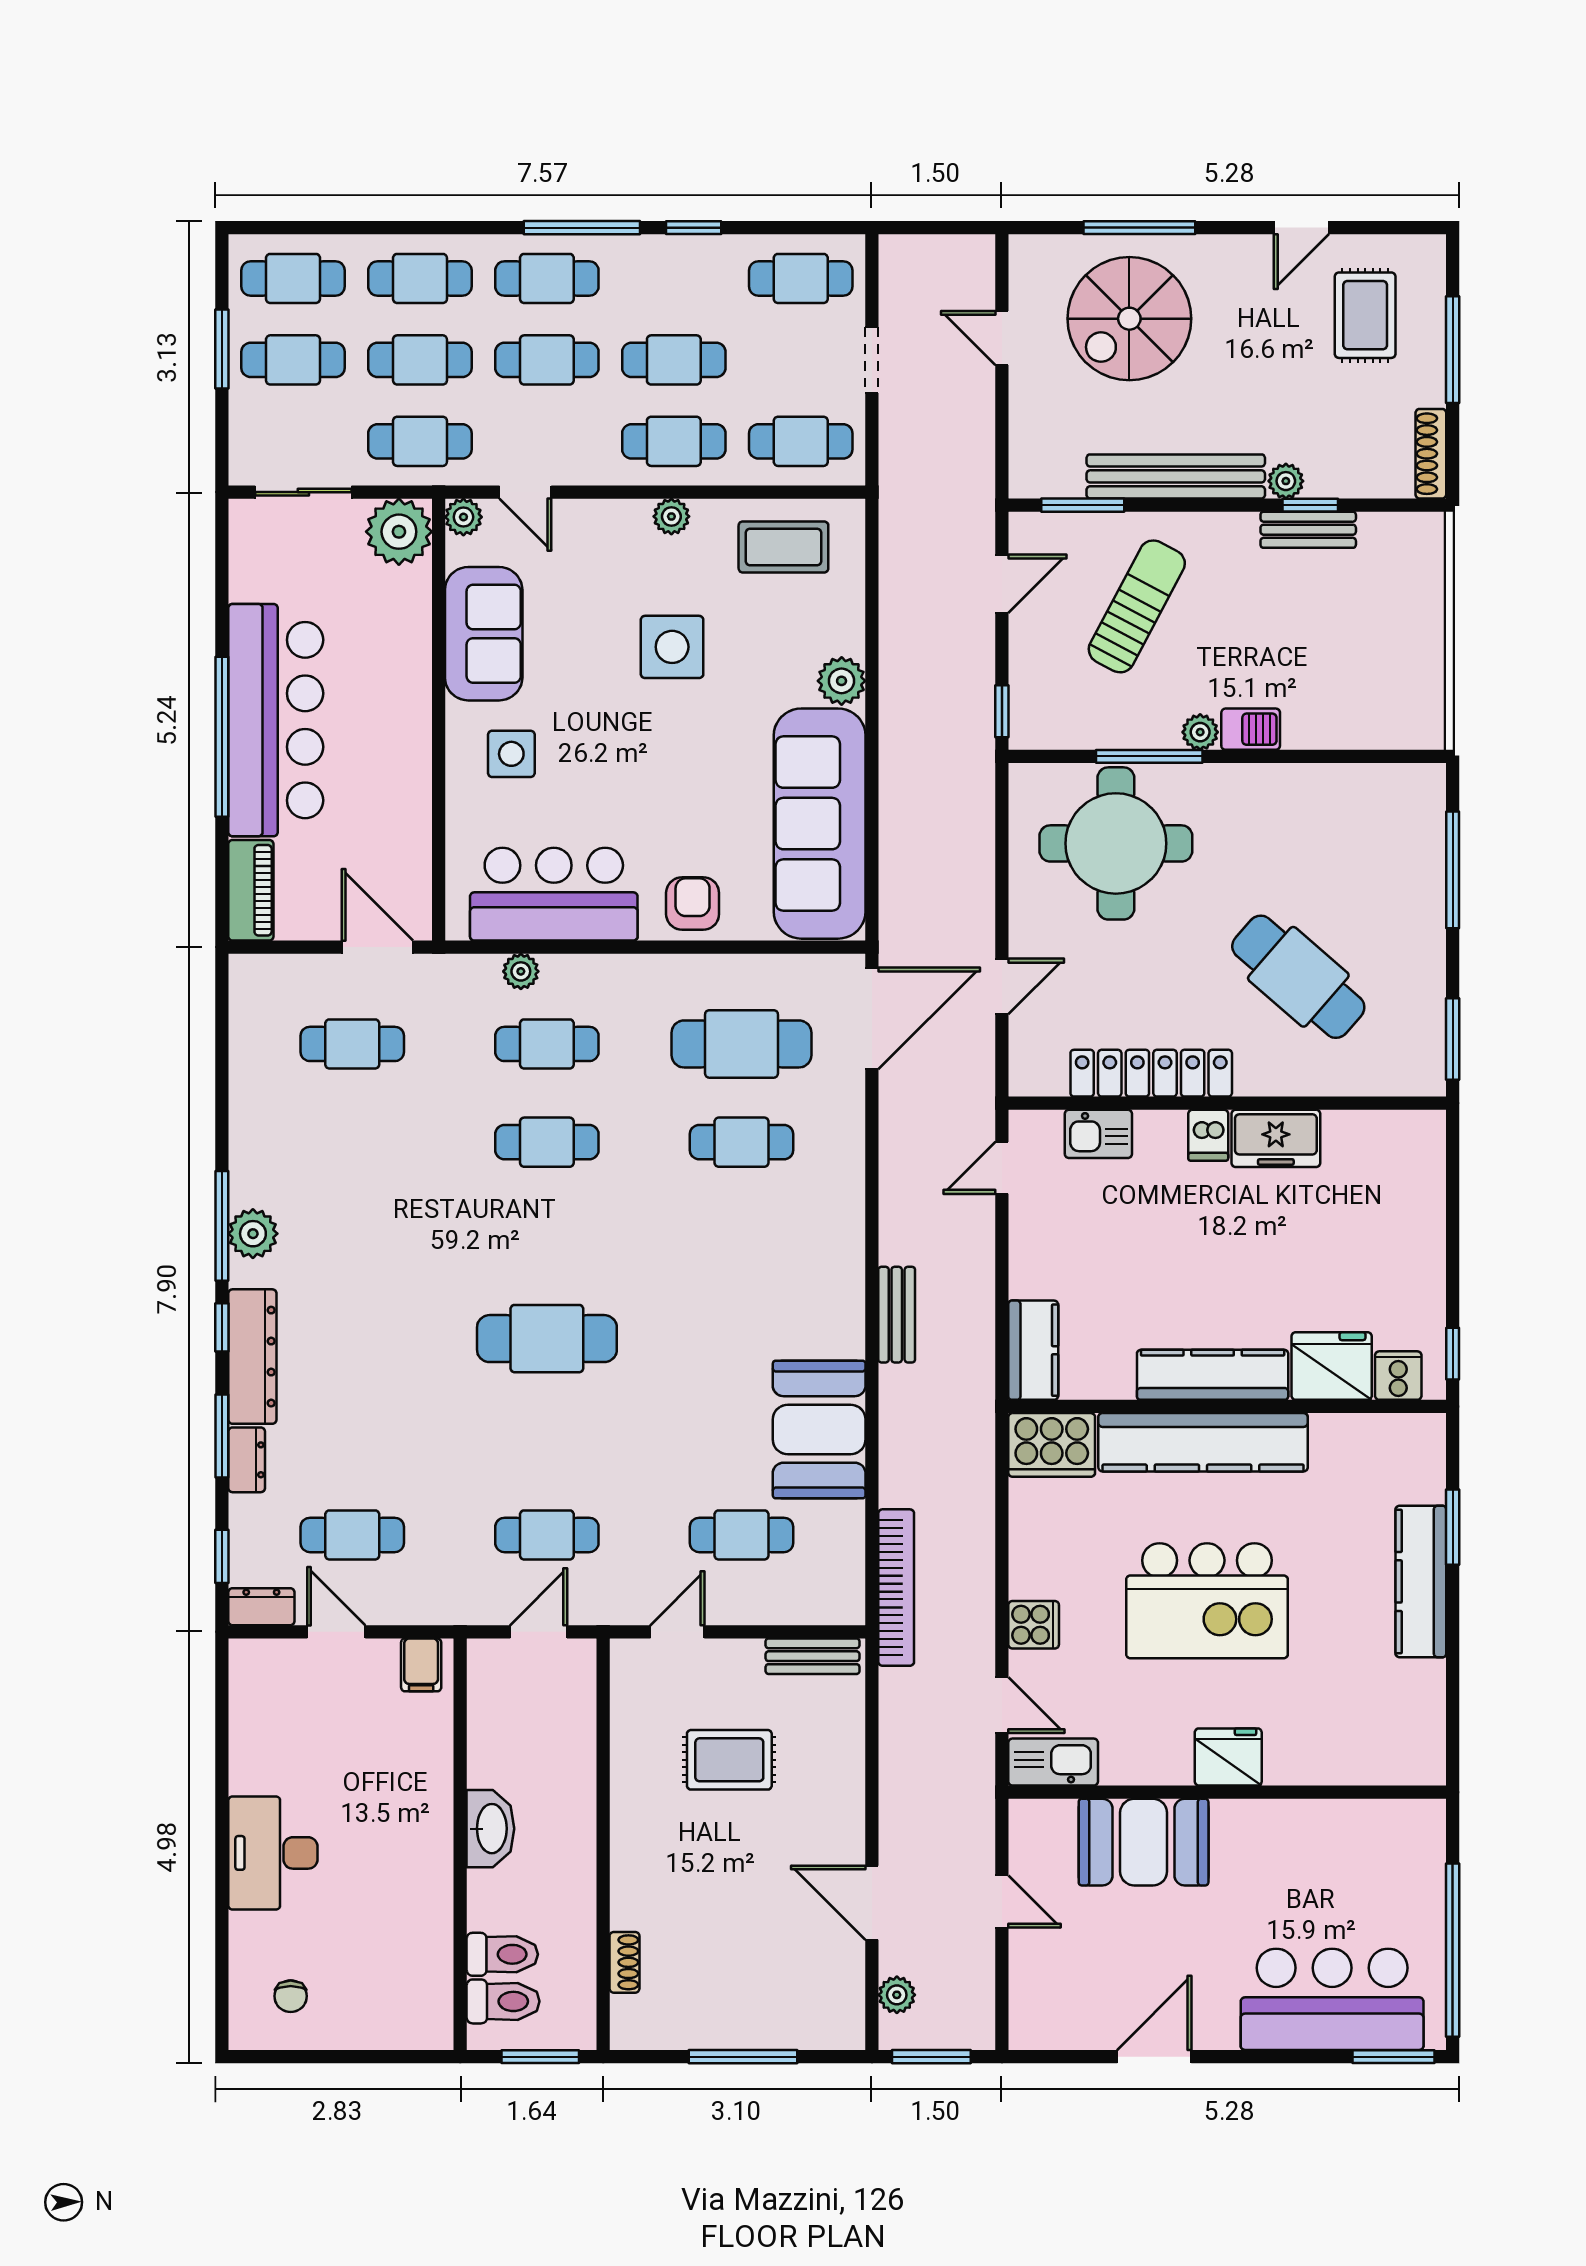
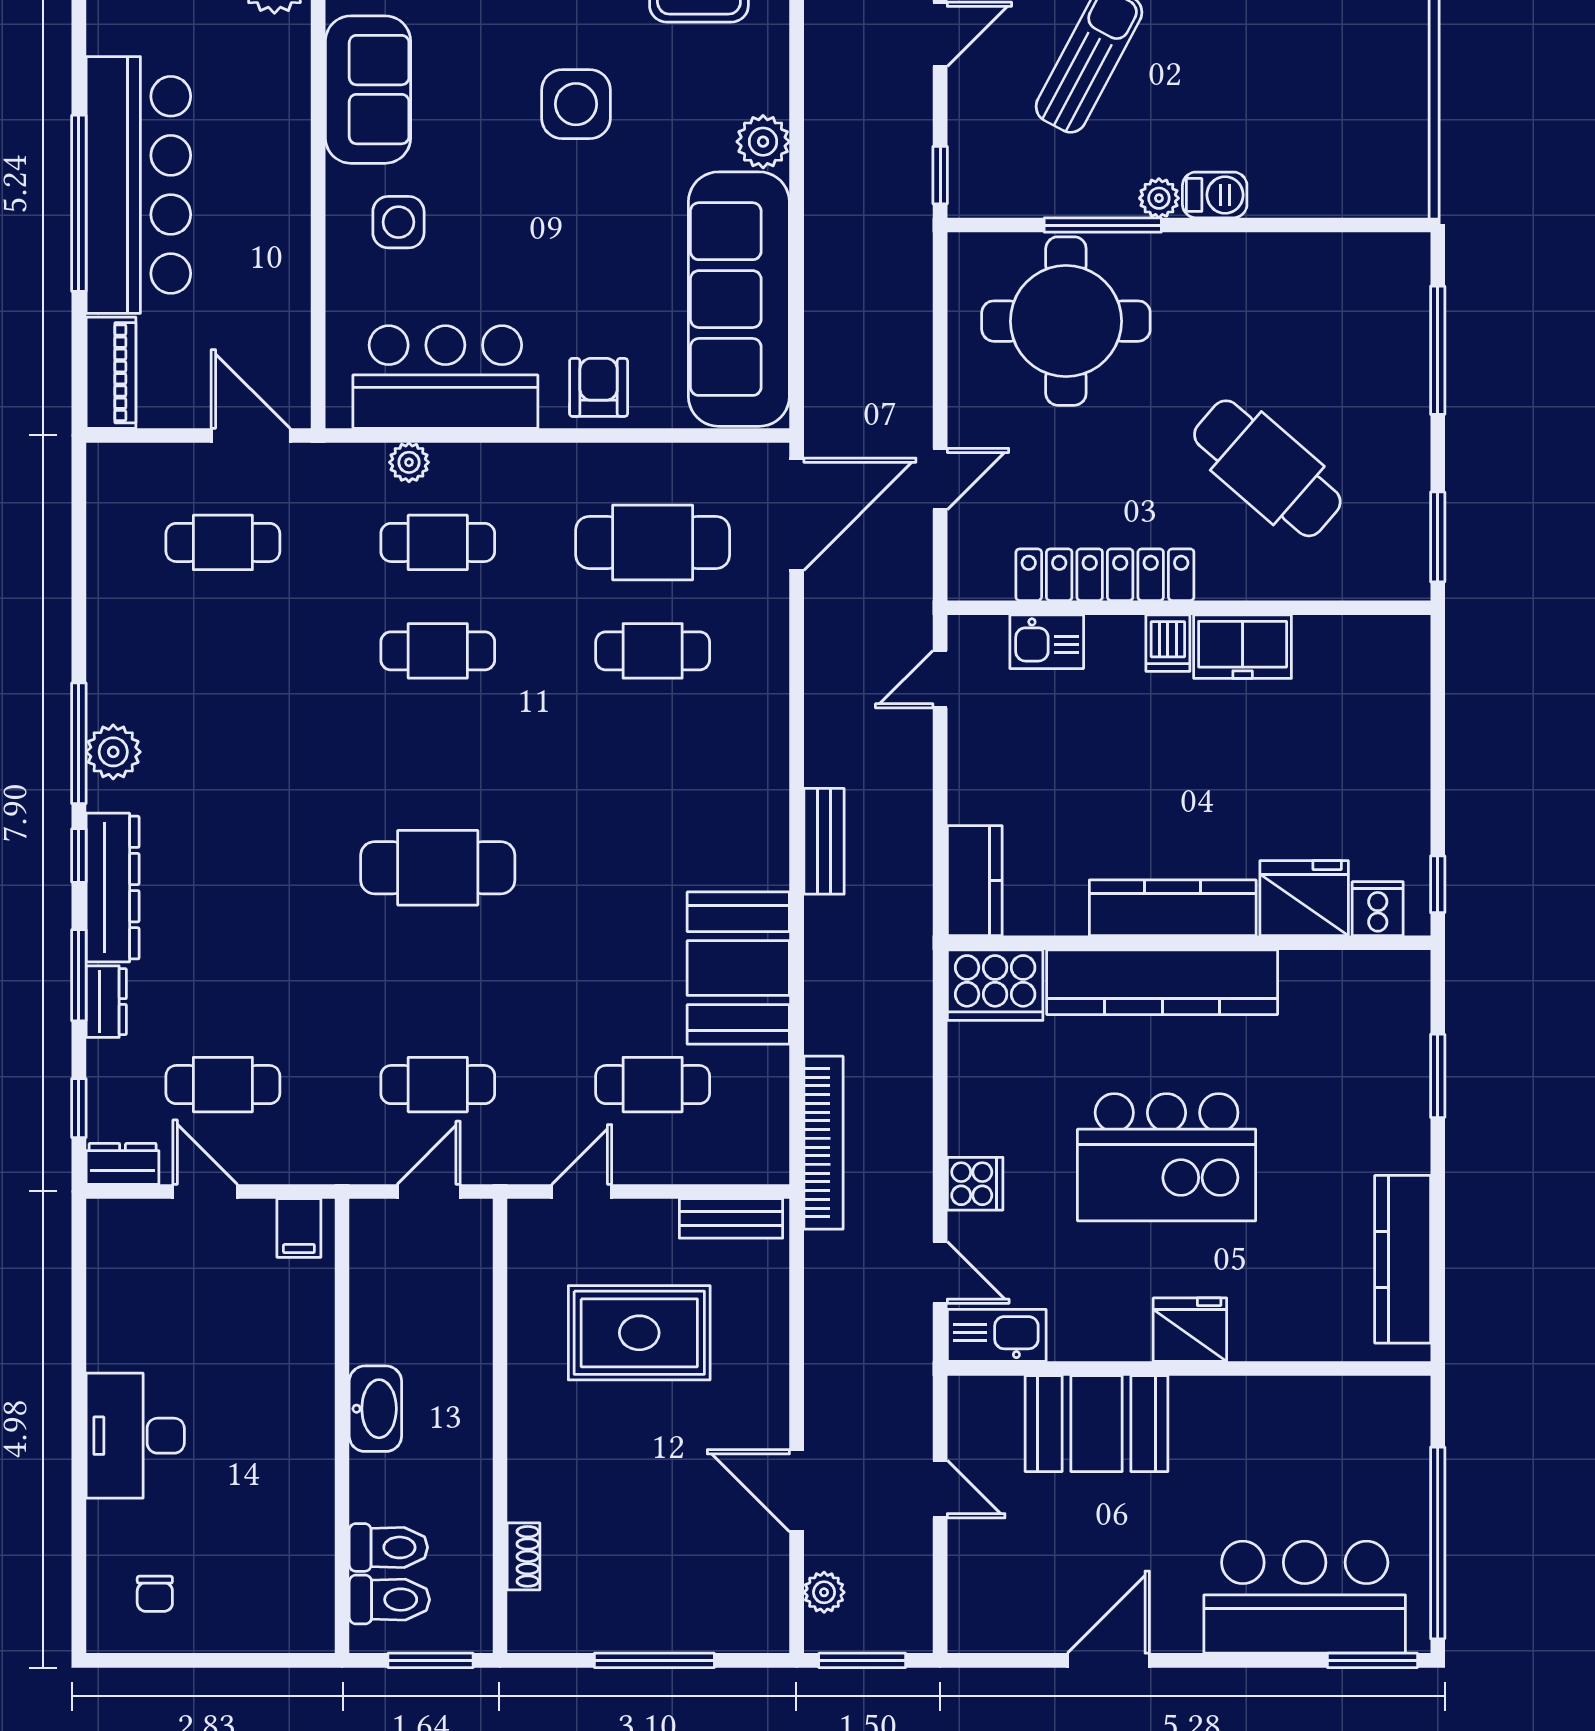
kitchen counter: (1421, 1581) -> (1403, 1259), moved
rug: (729, 1760) -> (639, 1333), width x1.36, depth x1.43

